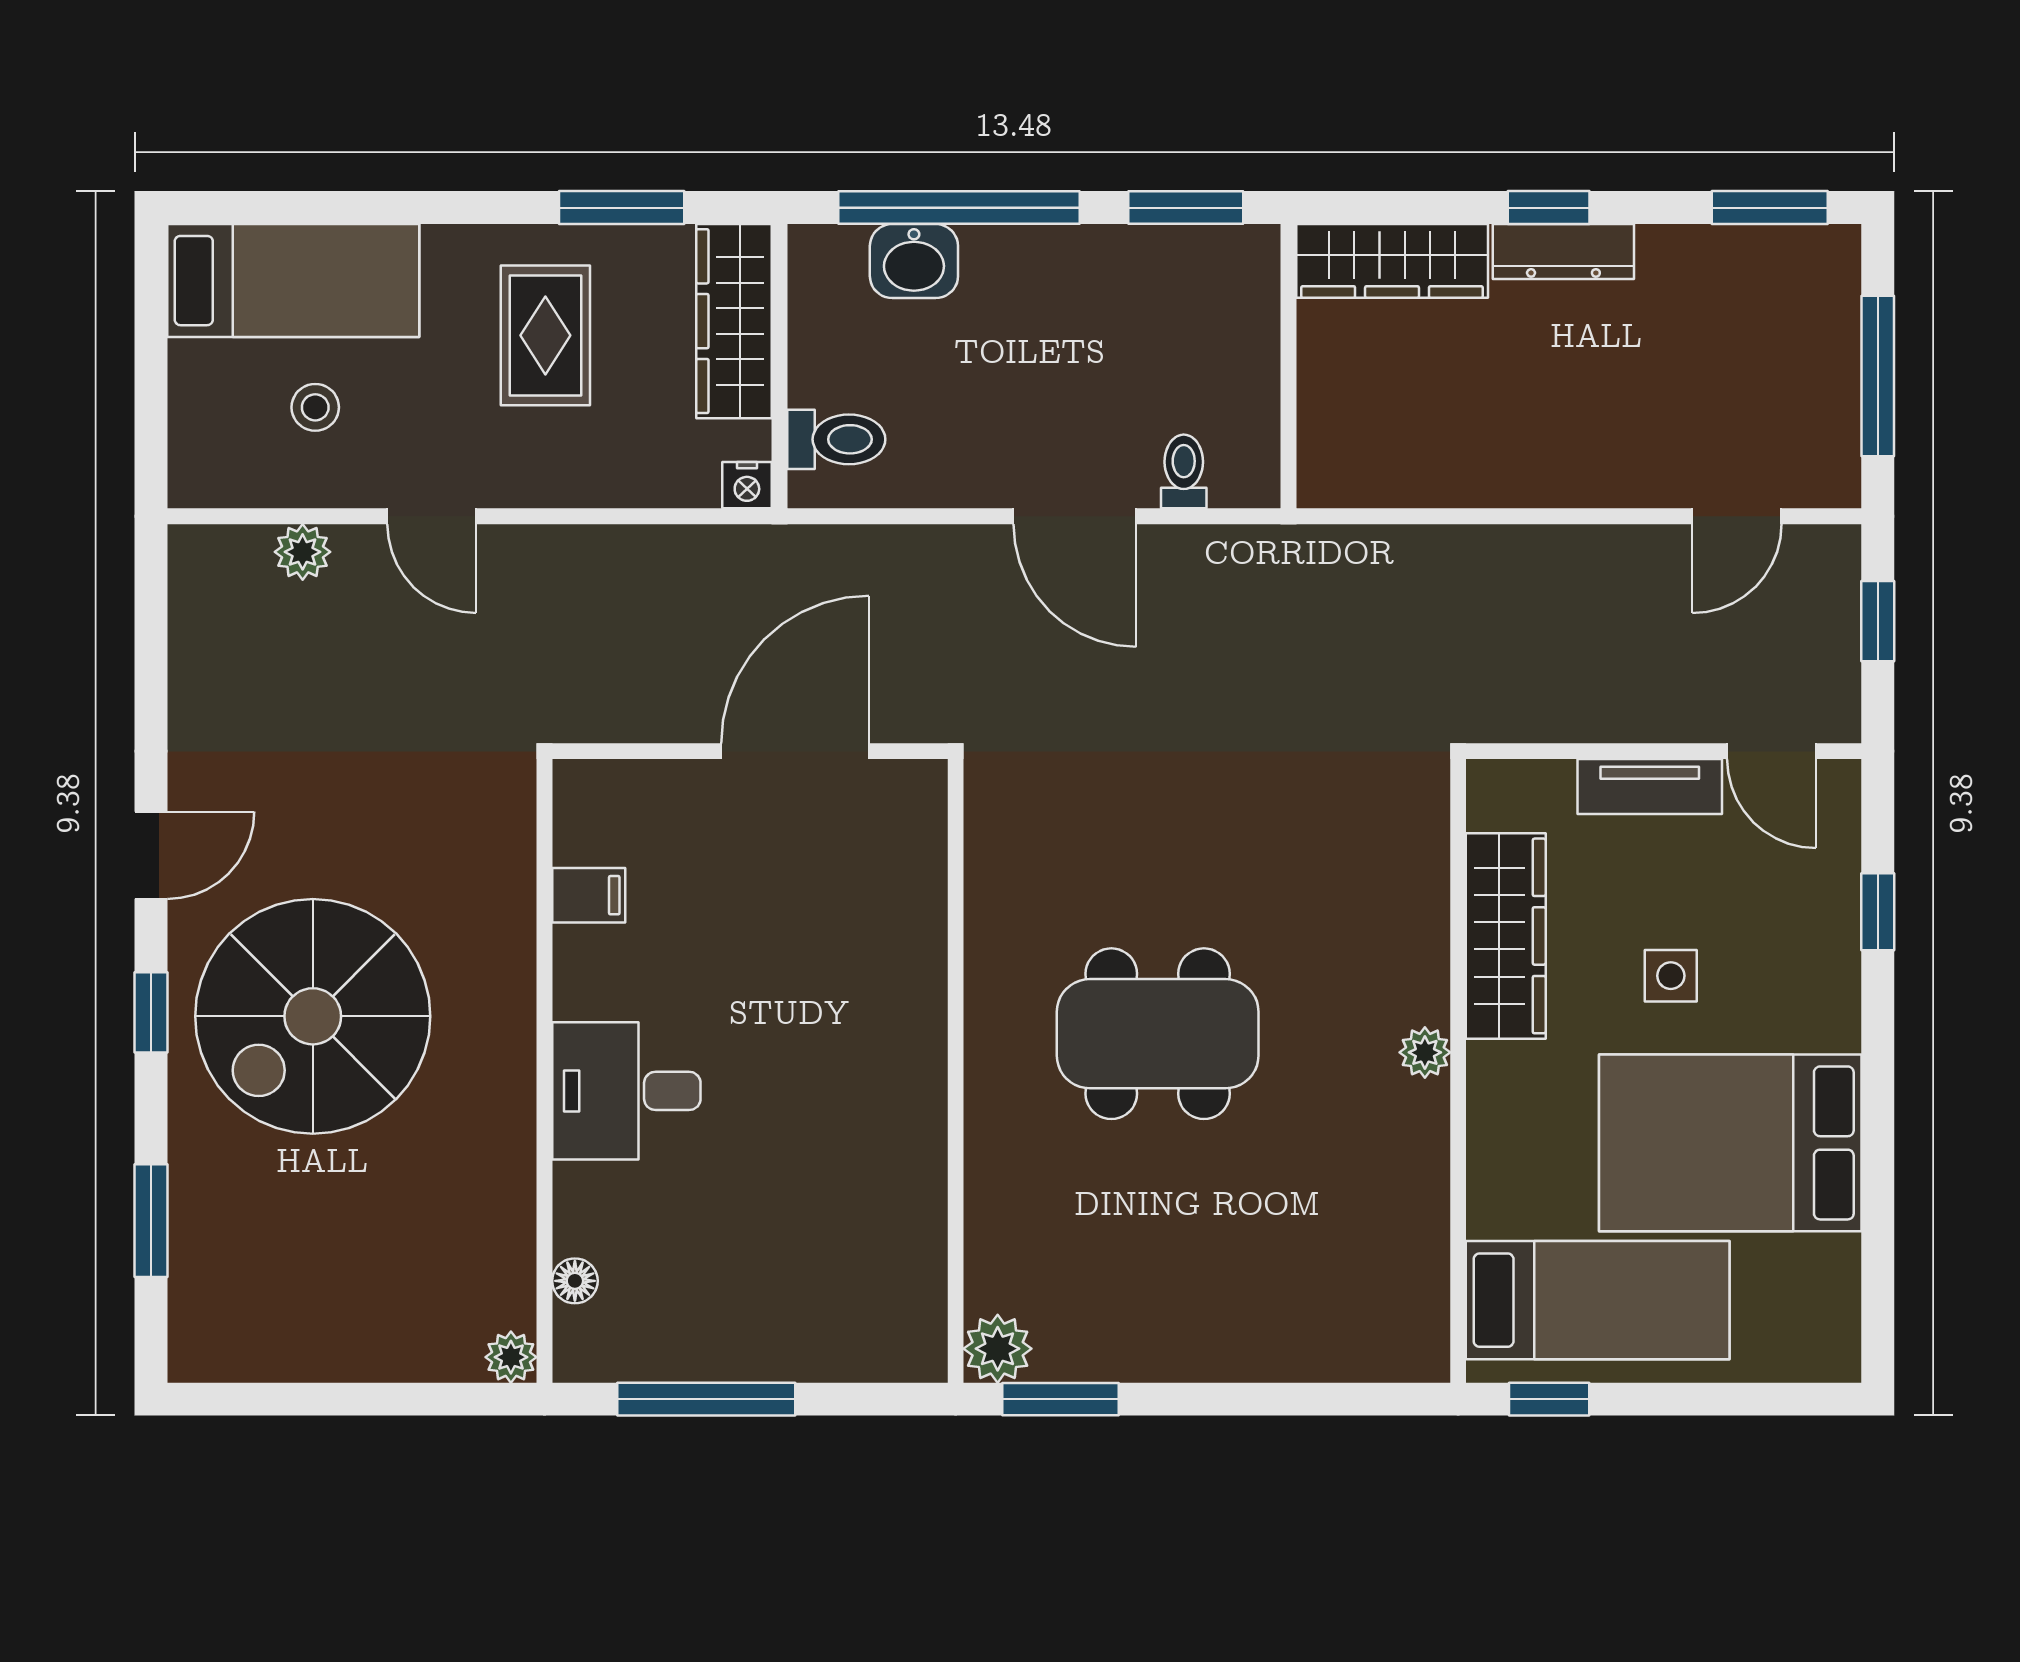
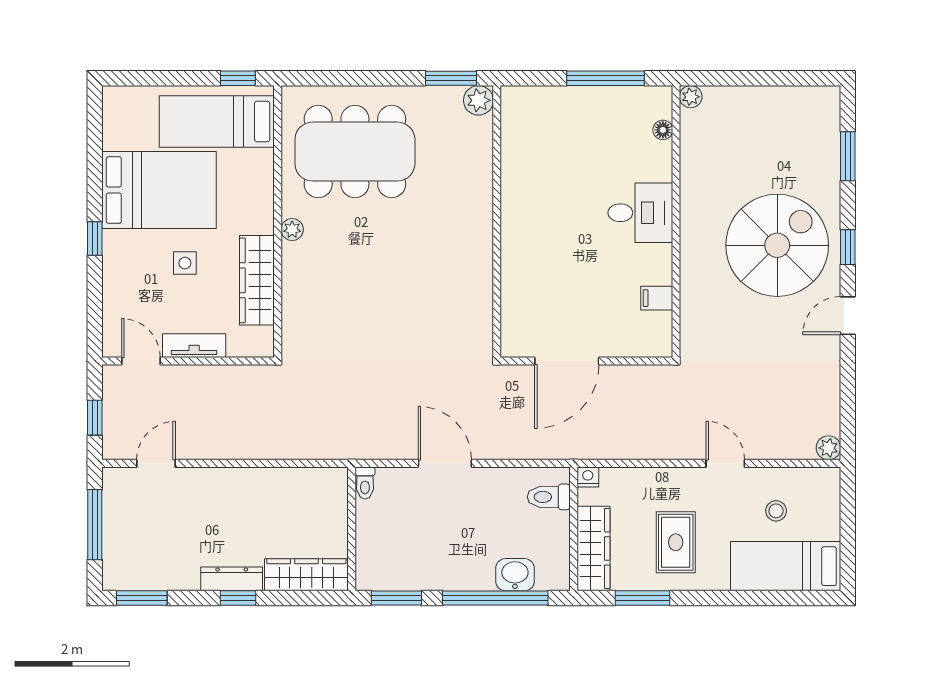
toilet: (1184, 471) -> (365, 483), moved
plant: (303, 552) -> (828, 448), moved
window: (1878, 912) -> (95, 239), moved
dining table: (1158, 1034) -> (355, 152), moved, width x1.36, depth x1.24

